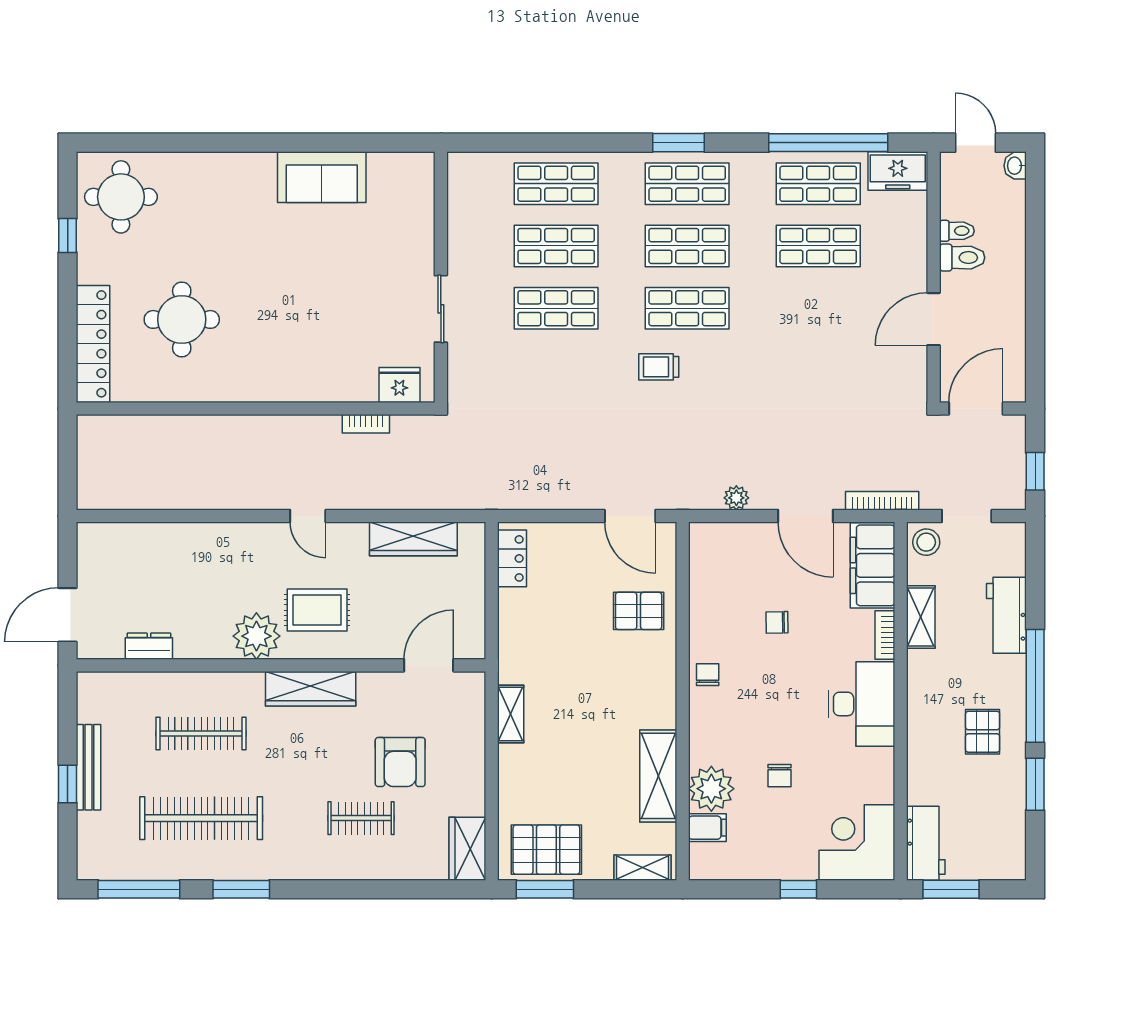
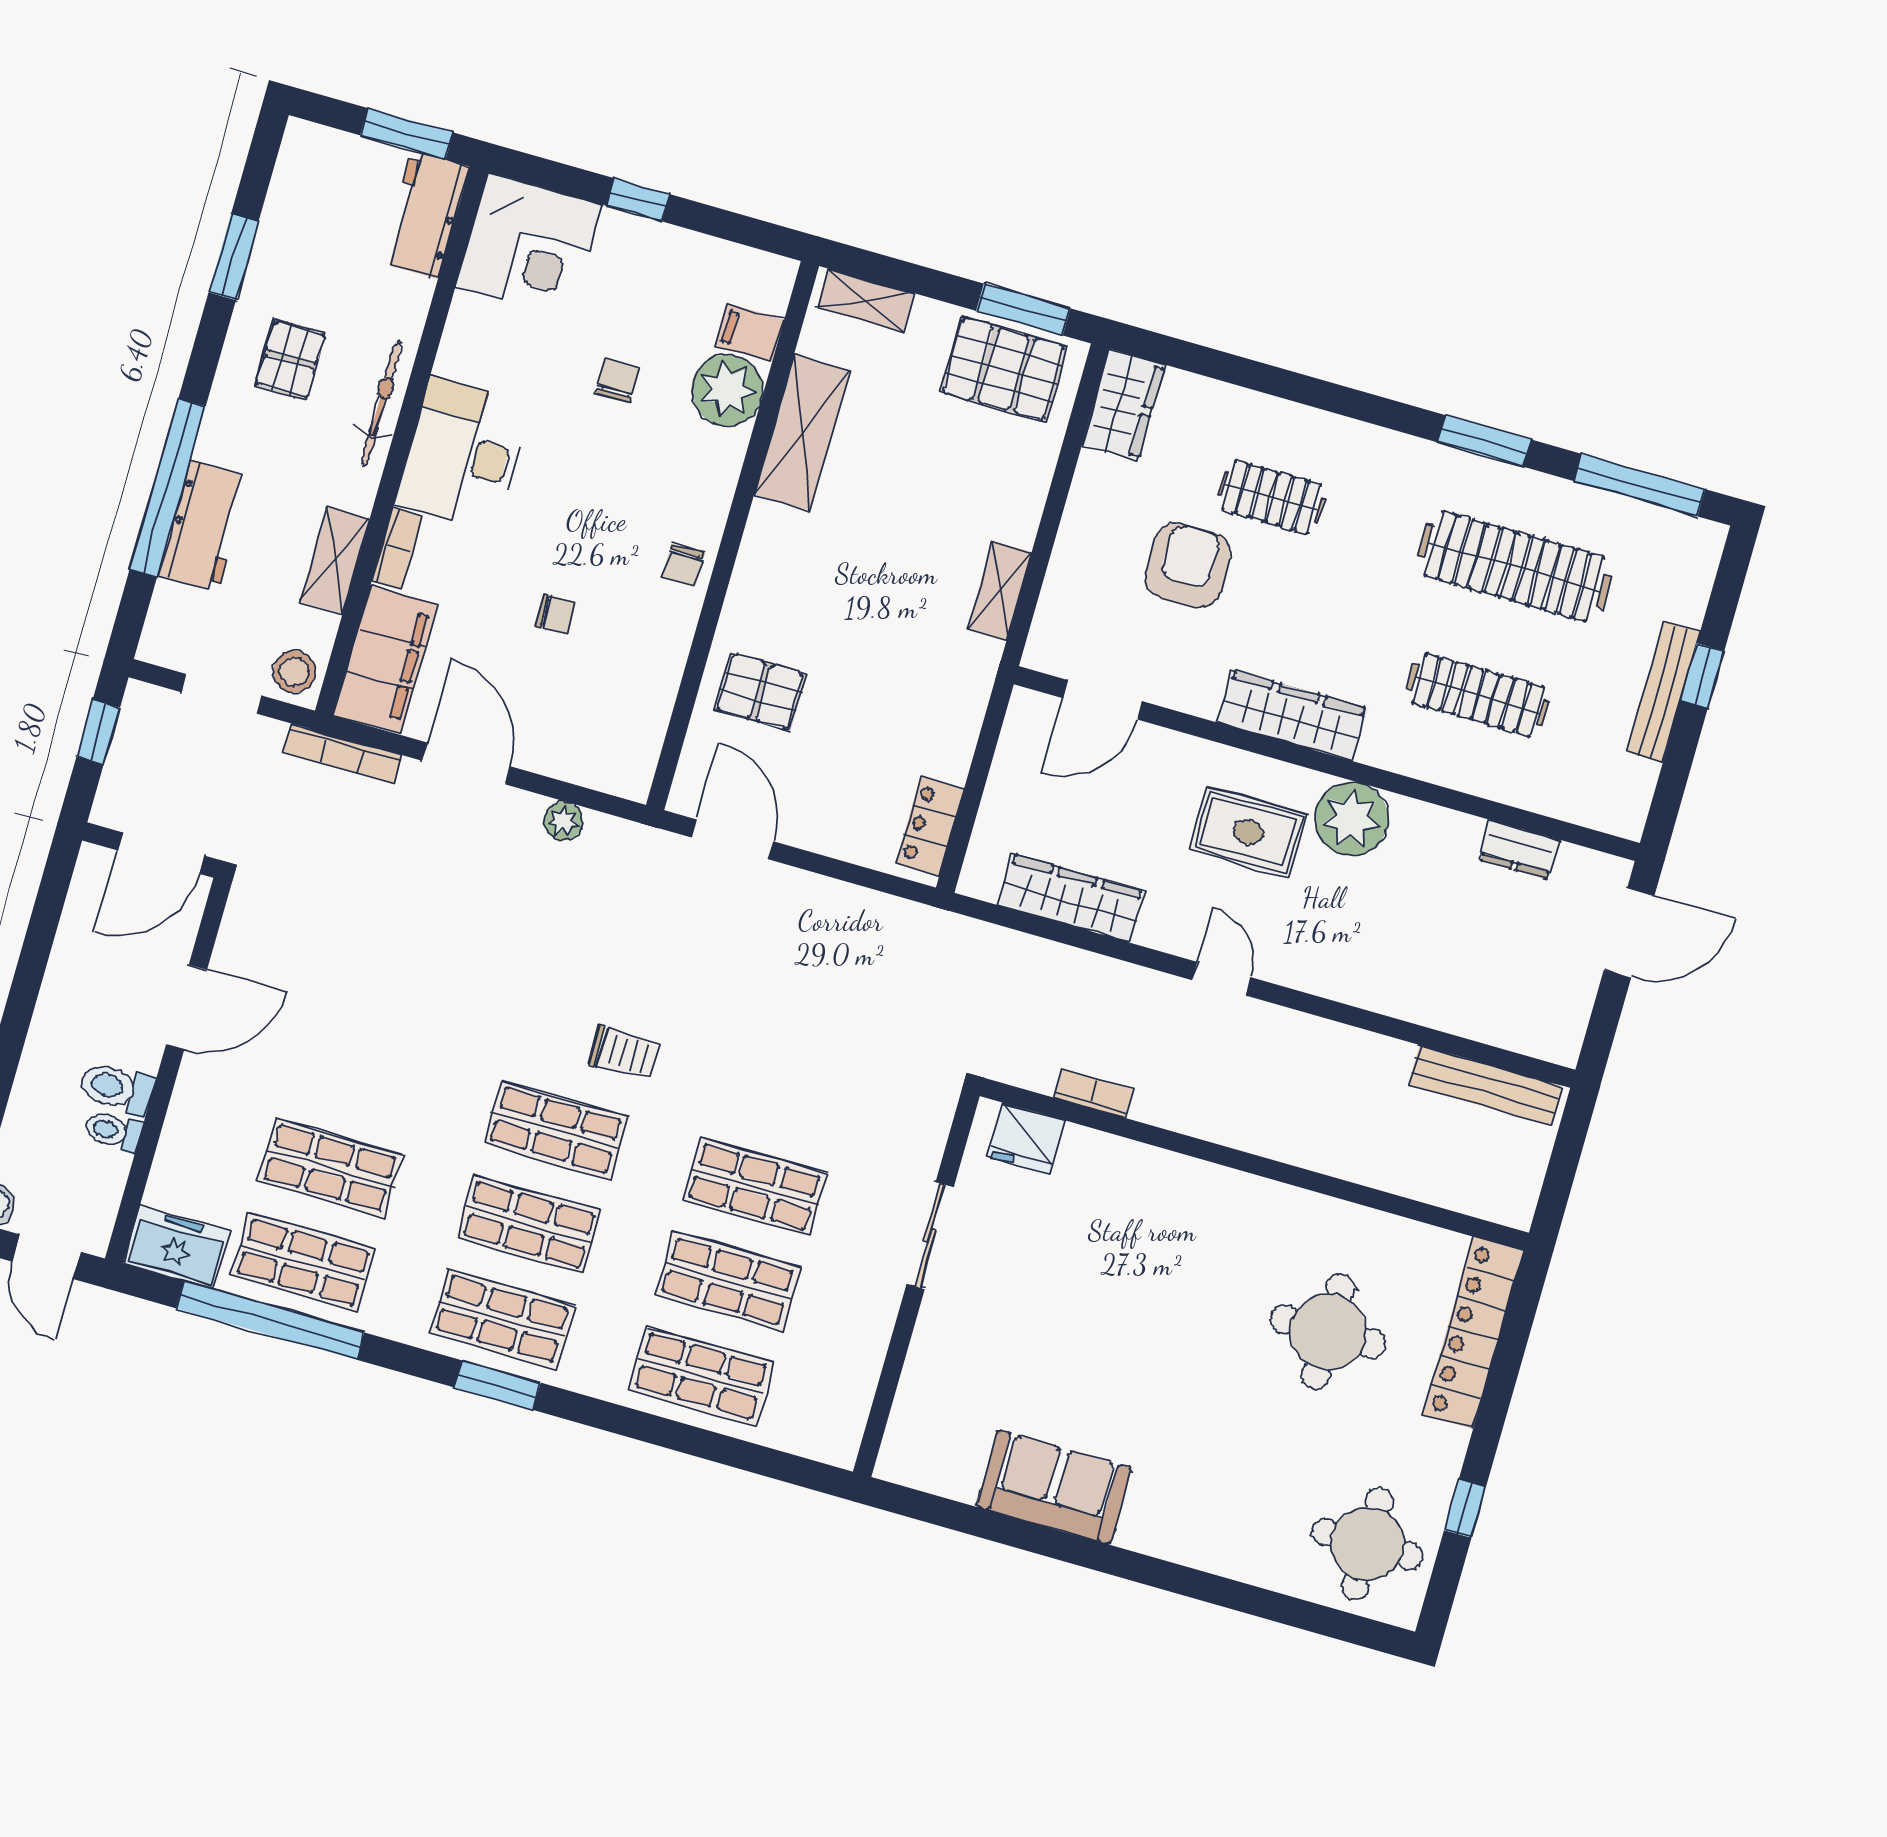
bench: (129, 497) -> (1485, 1085), added
window: (1035, 686) -> (168, 488), moved
bicycle: (920, 721) -> (381, 403), added

